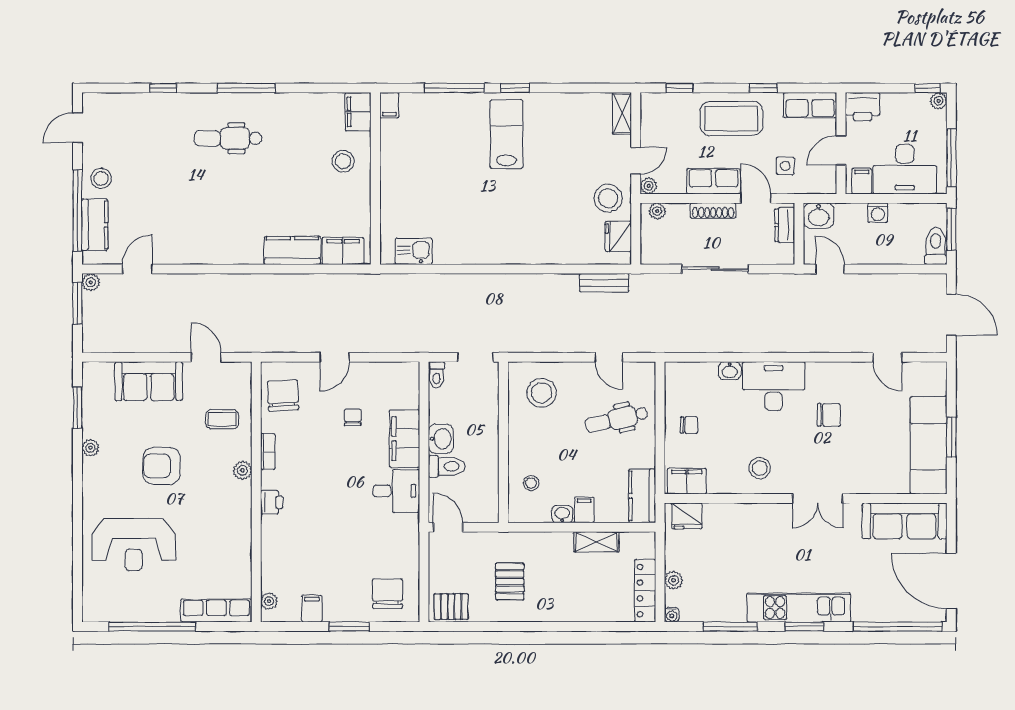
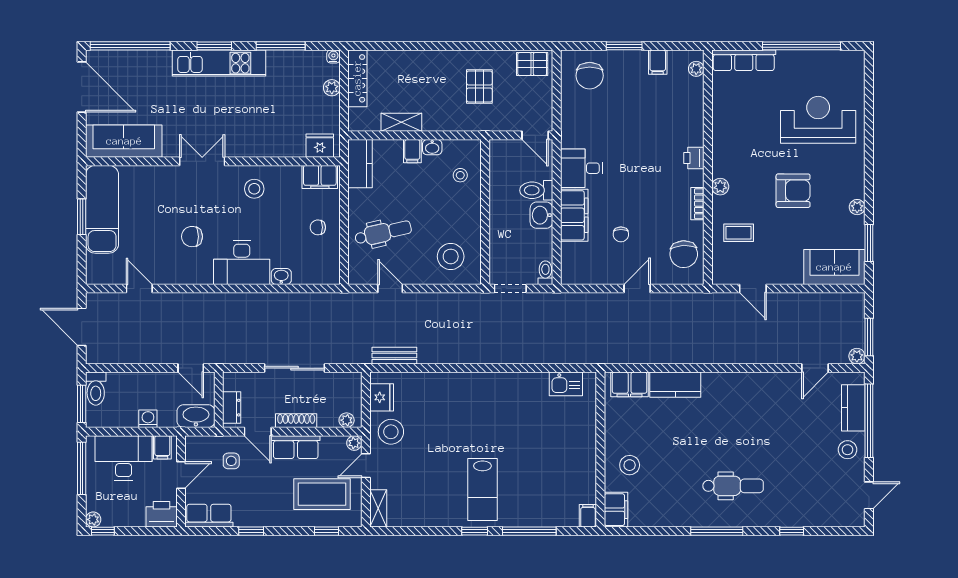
coffee table: (731, 119) -> (322, 494), moved
washbasin: (819, 216) -> (196, 416), width x1.38
sofa: (149, 381) -> (834, 267), moved

